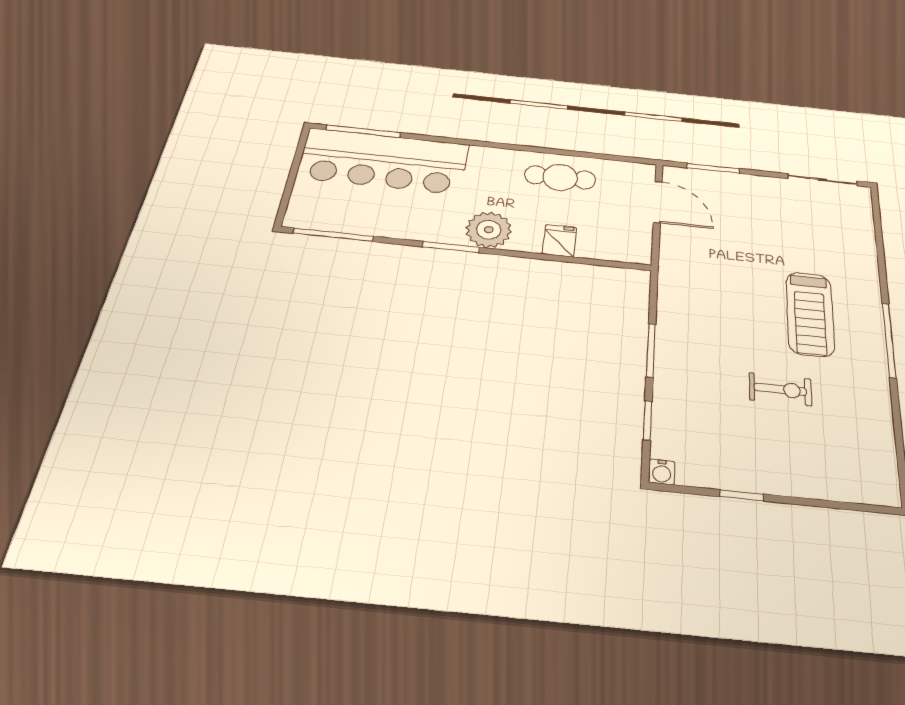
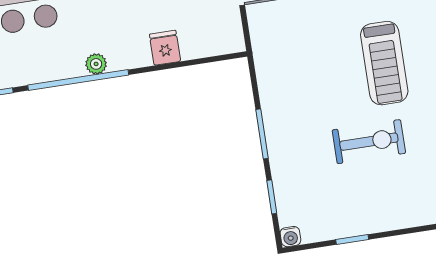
plant: (489, 230) -> (96, 64), width x0.53, depth x0.53
window: (451, 247) -> (78, 80), width x2.11
exercise bike: (780, 389) -> (369, 142), width x1.38, depth x1.39

